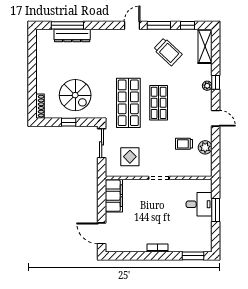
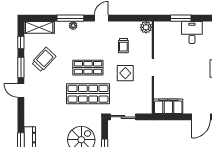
window: (216, 82) -> (70, 18), width x2.17
plant: (205, 147) -> (146, 27), moved
display table: (130, 157) -> (125, 73), moved
desk: (199, 204) -> (192, 33), moved

